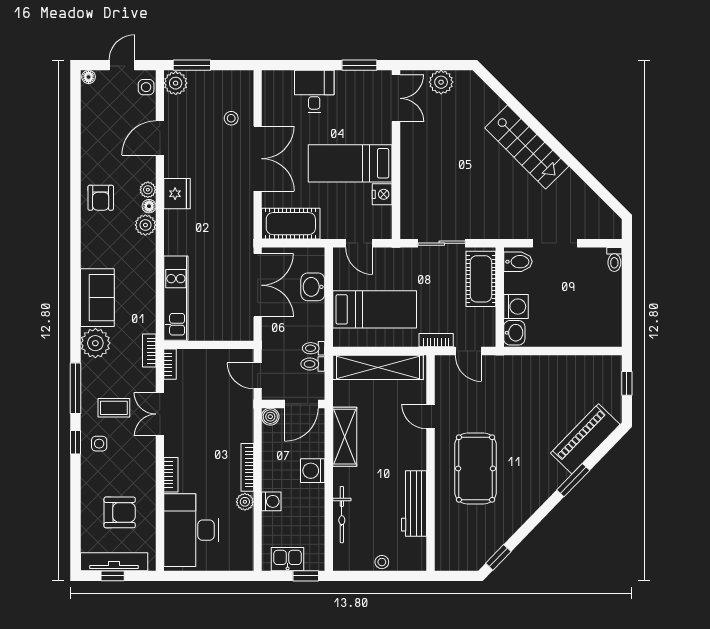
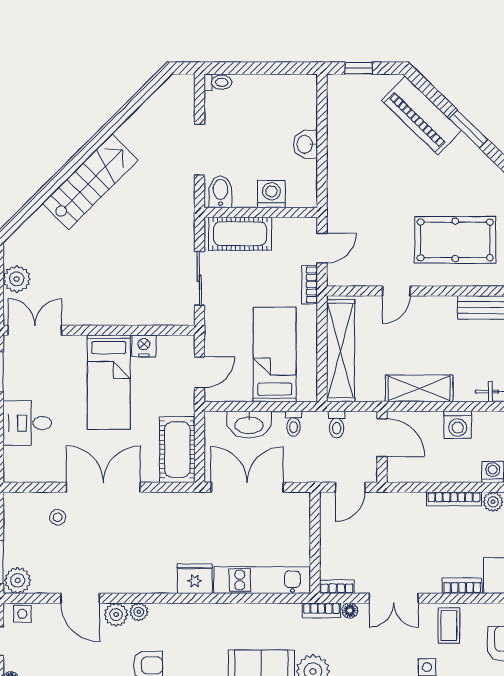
fridge: (177, 194) -> (195, 579), moved
floor lamp: (149, 206) -> (350, 611), moved
plant: (145, 225) -> (116, 615), moved
washbasin: (313, 287) -> (249, 425), width x1.38
washbasin: (514, 333) -> (305, 144), moved, turned -90
toilet: (314, 348) -> (294, 424), moved
coffee table: (114, 408) -> (449, 625), moved
boiler: (270, 417) -> (396, 473), removed

